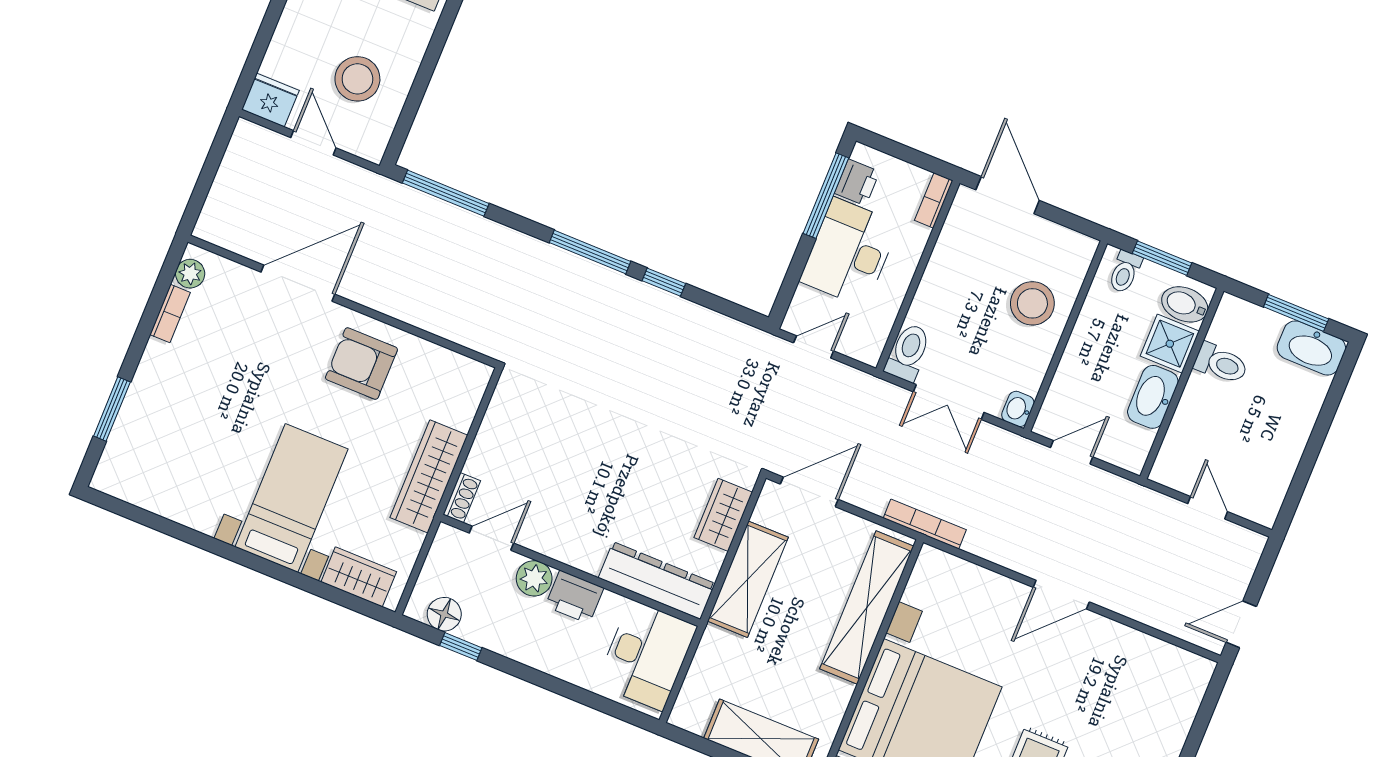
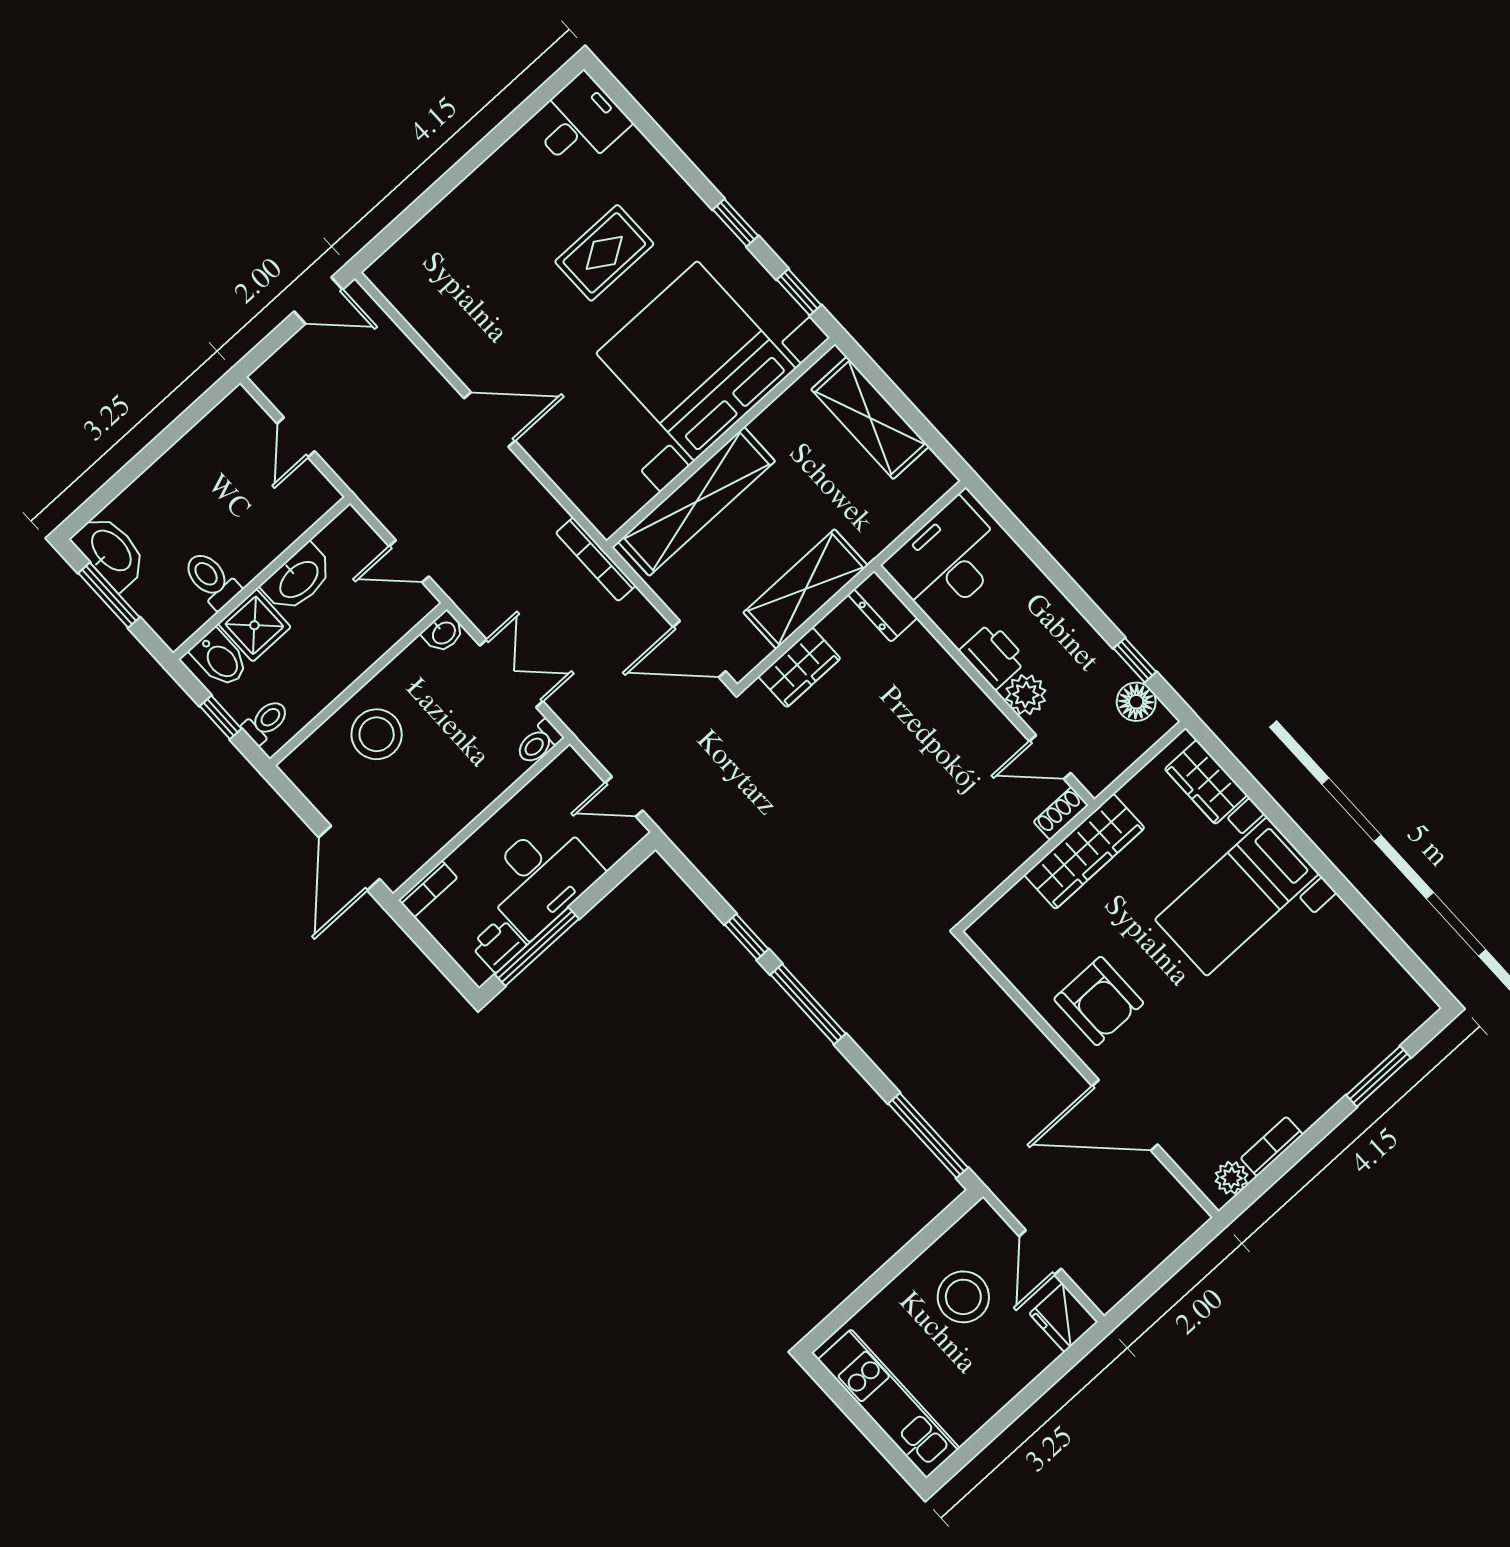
window: (1162, 258) -> (221, 717), width x0.67
toilet: (908, 352) -> (539, 742), width x0.73, depth x0.72
dresser: (657, 581) -> (883, 606), width x0.51, depth x0.80

